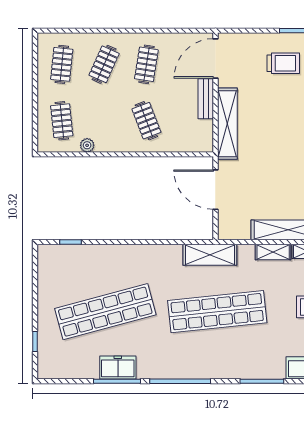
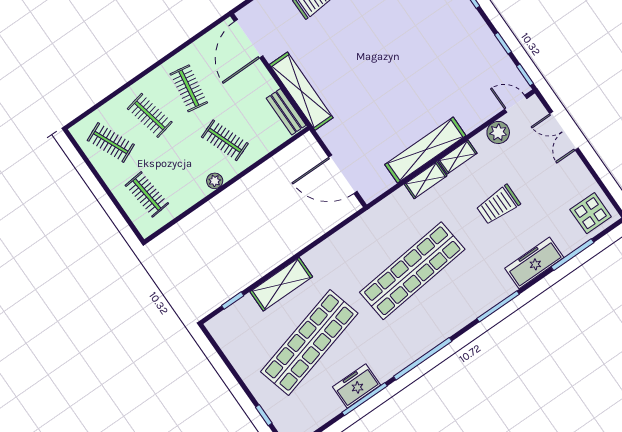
clothes rail: (62, 64) -> (111, 143), turned -30
clothes rail: (104, 64) -> (150, 115), turned -36
bench: (206, 99) -> (286, 112), moved
plant: (87, 145) -> (215, 181), moved
door: (215, 190) -> (343, 174), moved
shelving: (210, 255) -> (281, 284), moved

